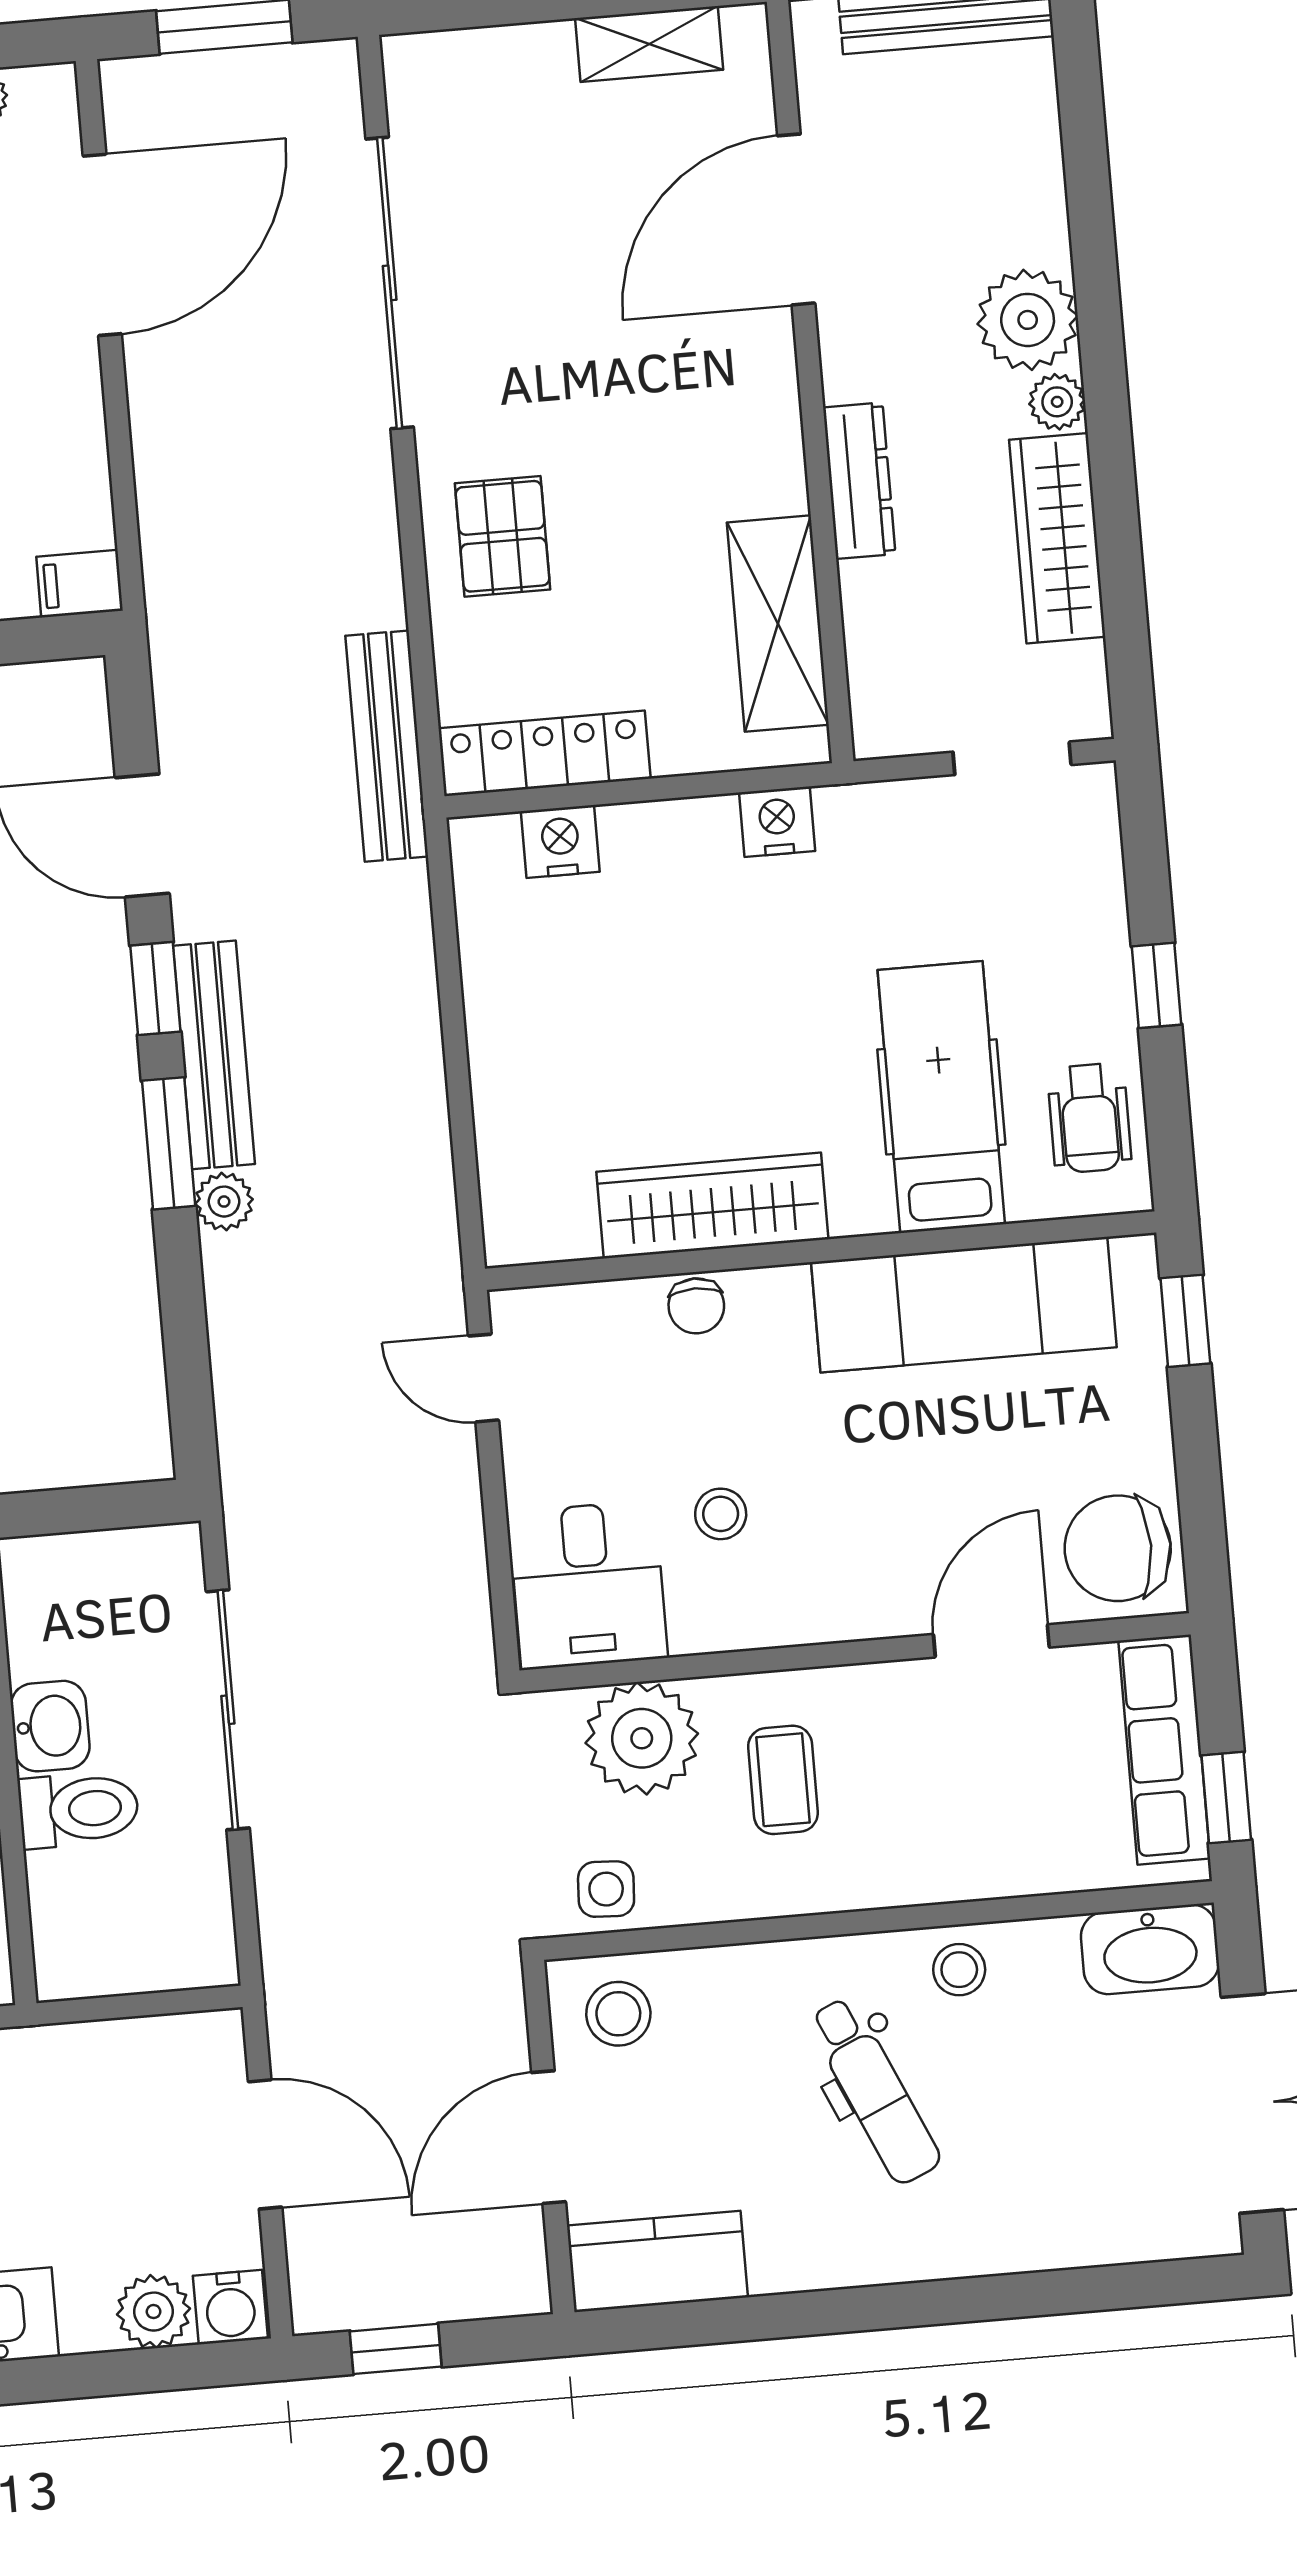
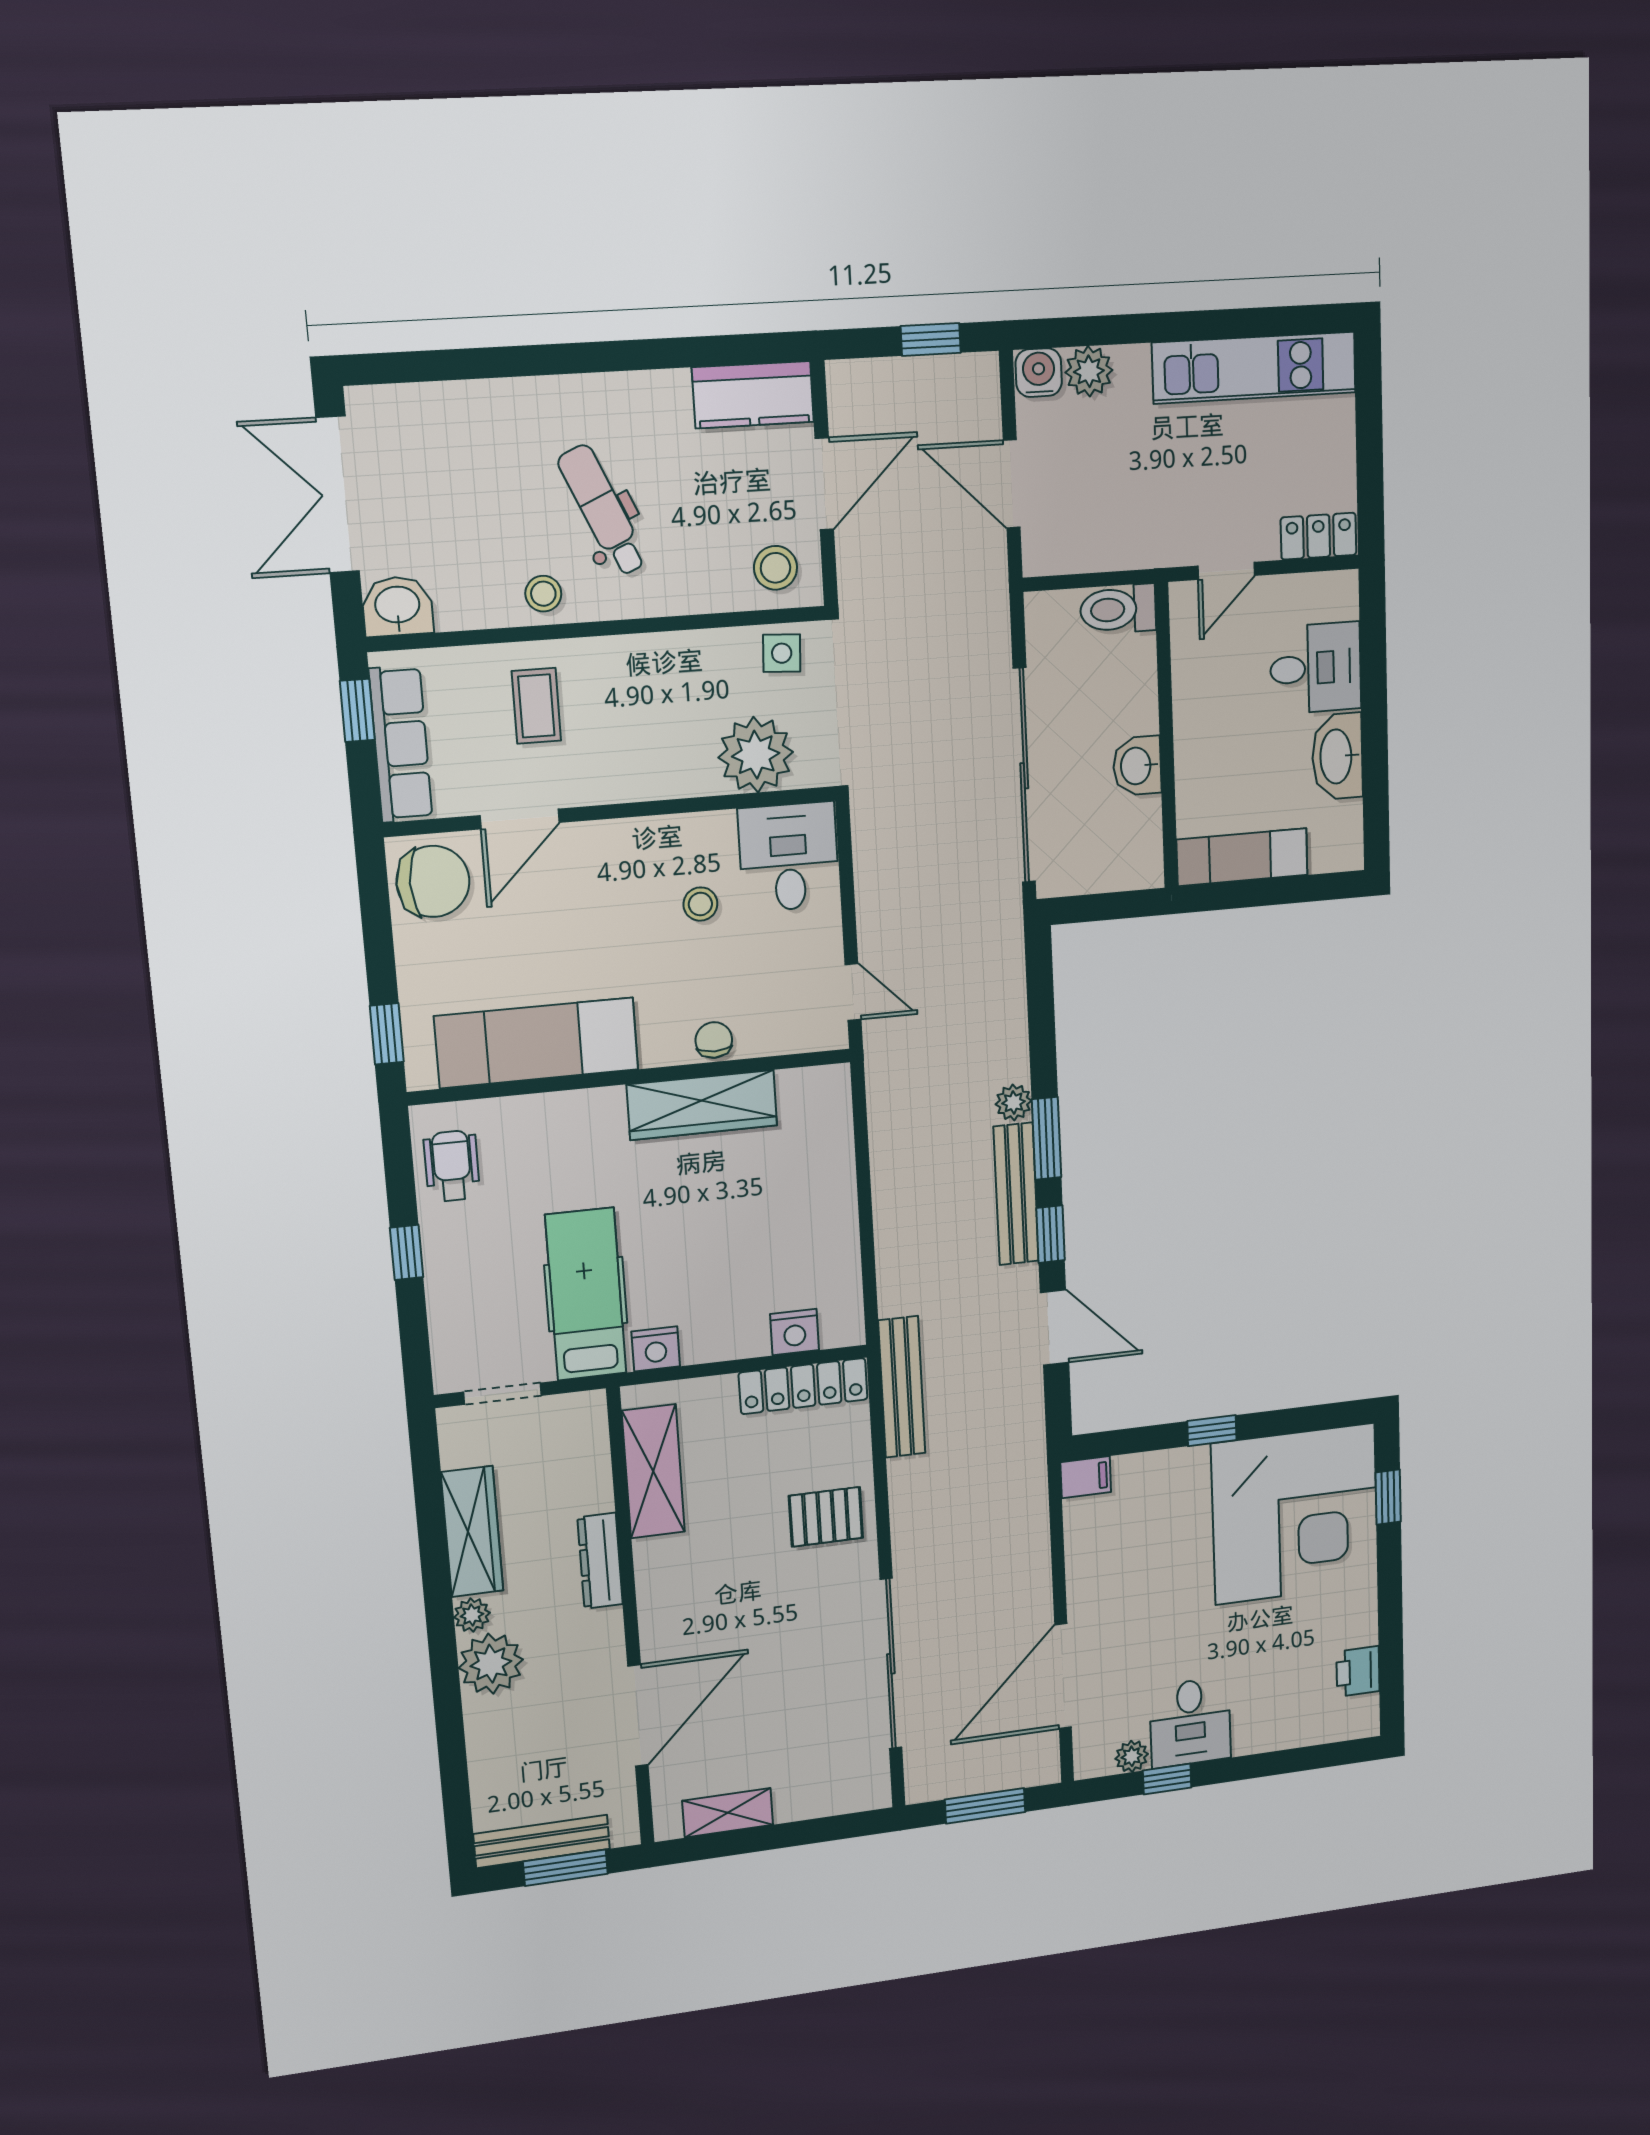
pallet: (503, 536) -> (826, 1517), turned 90
hospital bed: (941, 1097) -> (586, 1294), moved, turned 180
sliding door: (228, 1710) -> (1024, 776), width x1.36
coffee table: (783, 1780) -> (536, 706), moved
toilet: (79, 1809) -> (1118, 609), moved
washbasin: (1150, 1949) -> (397, 606), width x0.72

